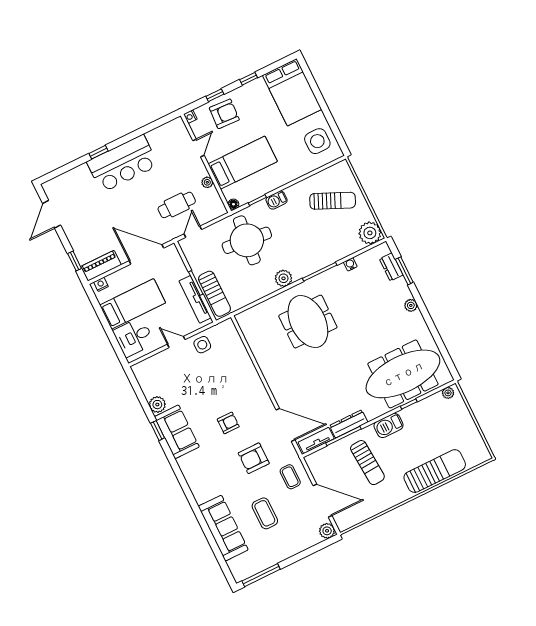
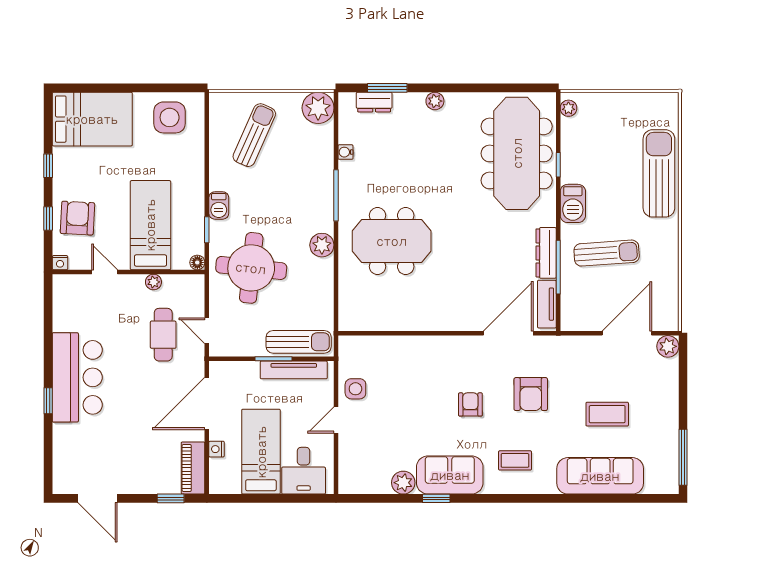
nightstand: (101, 284) -> (217, 449), moved
coffee table: (290, 477) -> (515, 460), moved

